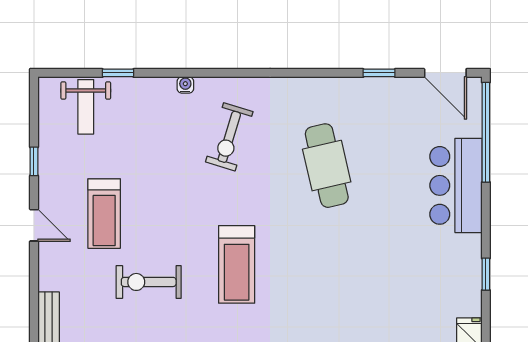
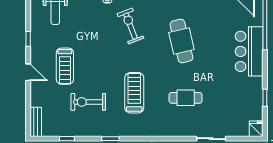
exercise bike: (229, 137) -> (130, 26), turned 142
treadmill: (237, 264) -> (134, 93), turned 180
cafe table: (335, 274) -> (186, 98), added

